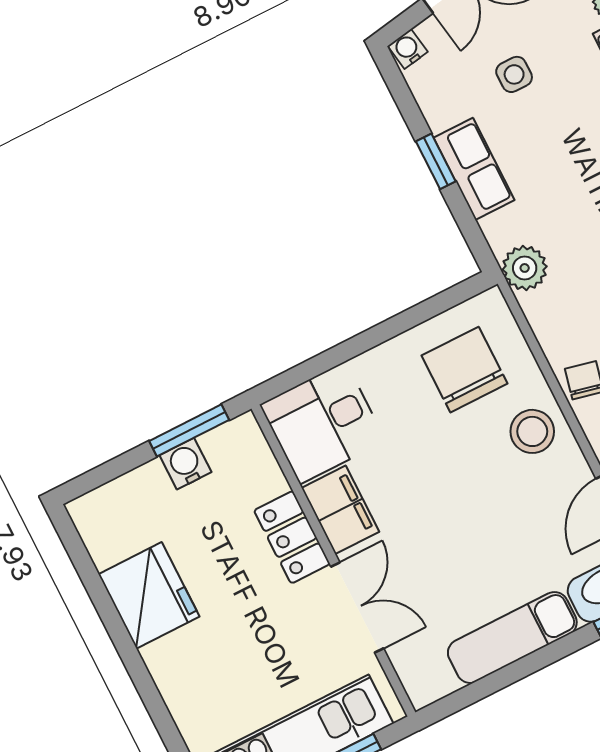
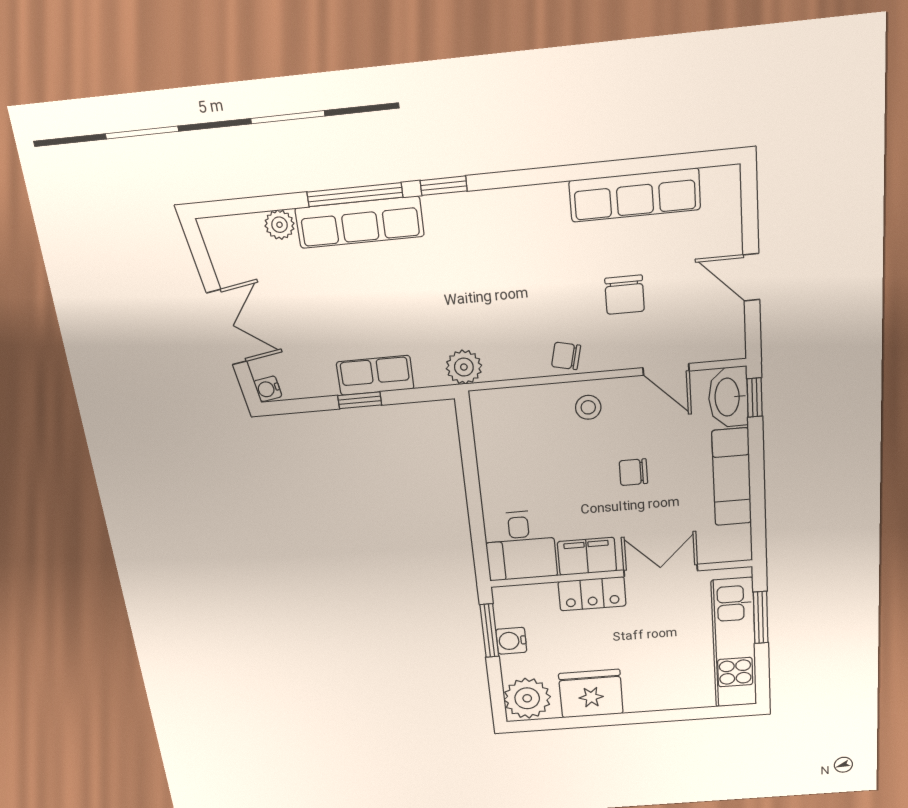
side table: (514, 74) -> (313, 319), removed
chair: (465, 370) -> (633, 472), moved, width x0.54, depth x0.54
stool: (532, 431) -> (588, 407), width x0.73, depth x0.73
plant: (109, 517) -> (527, 698), added

